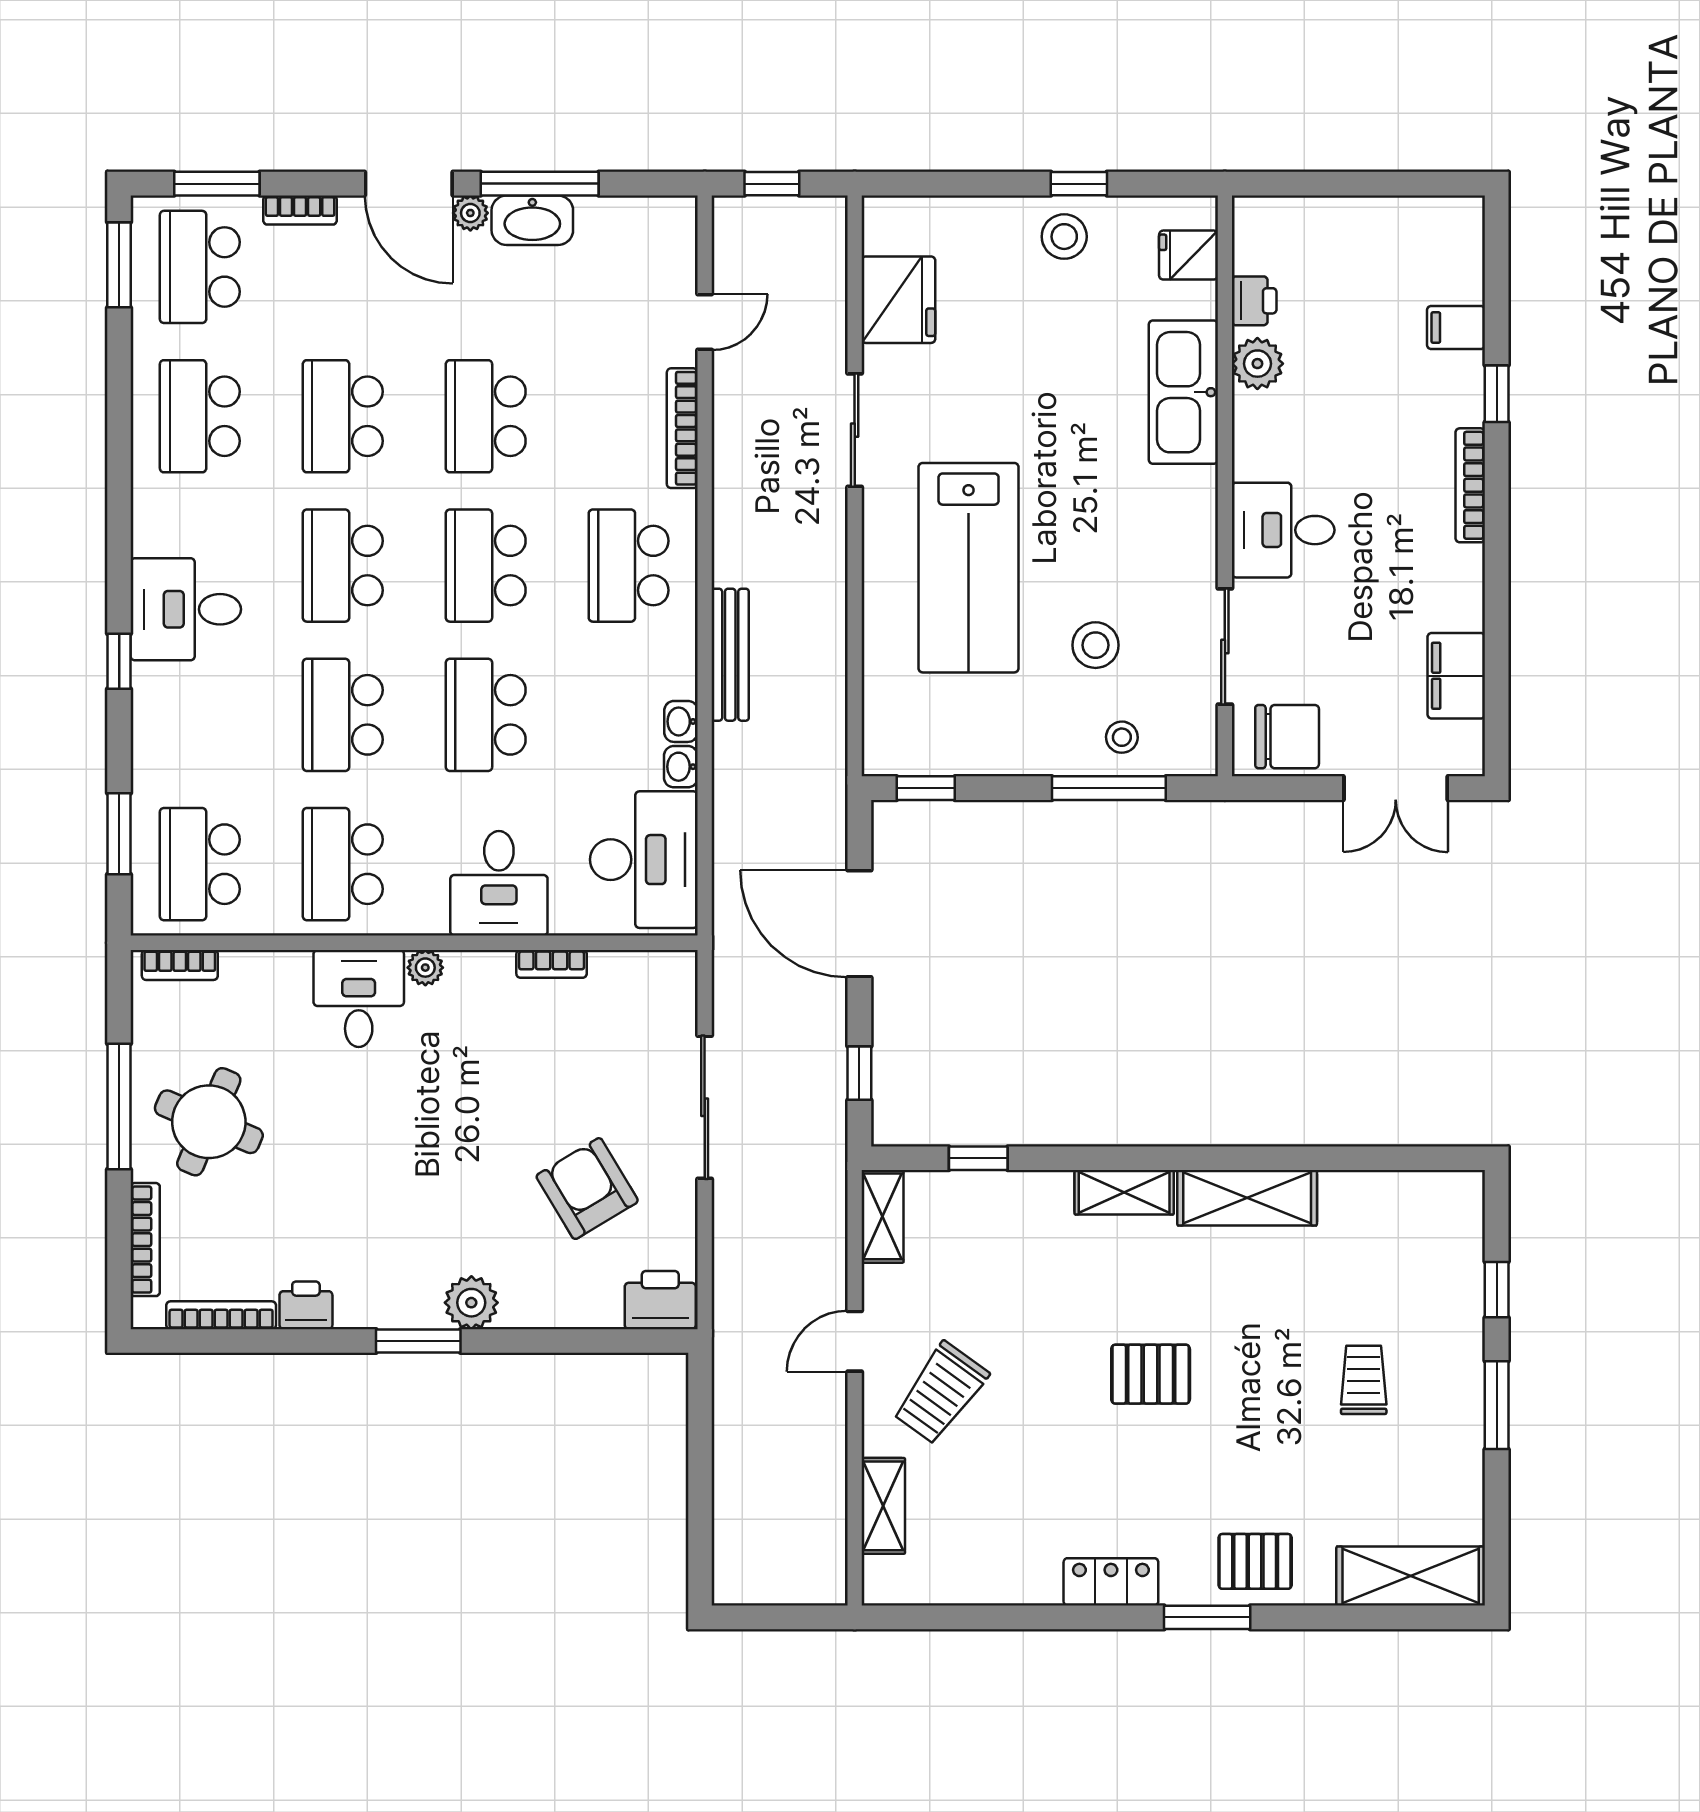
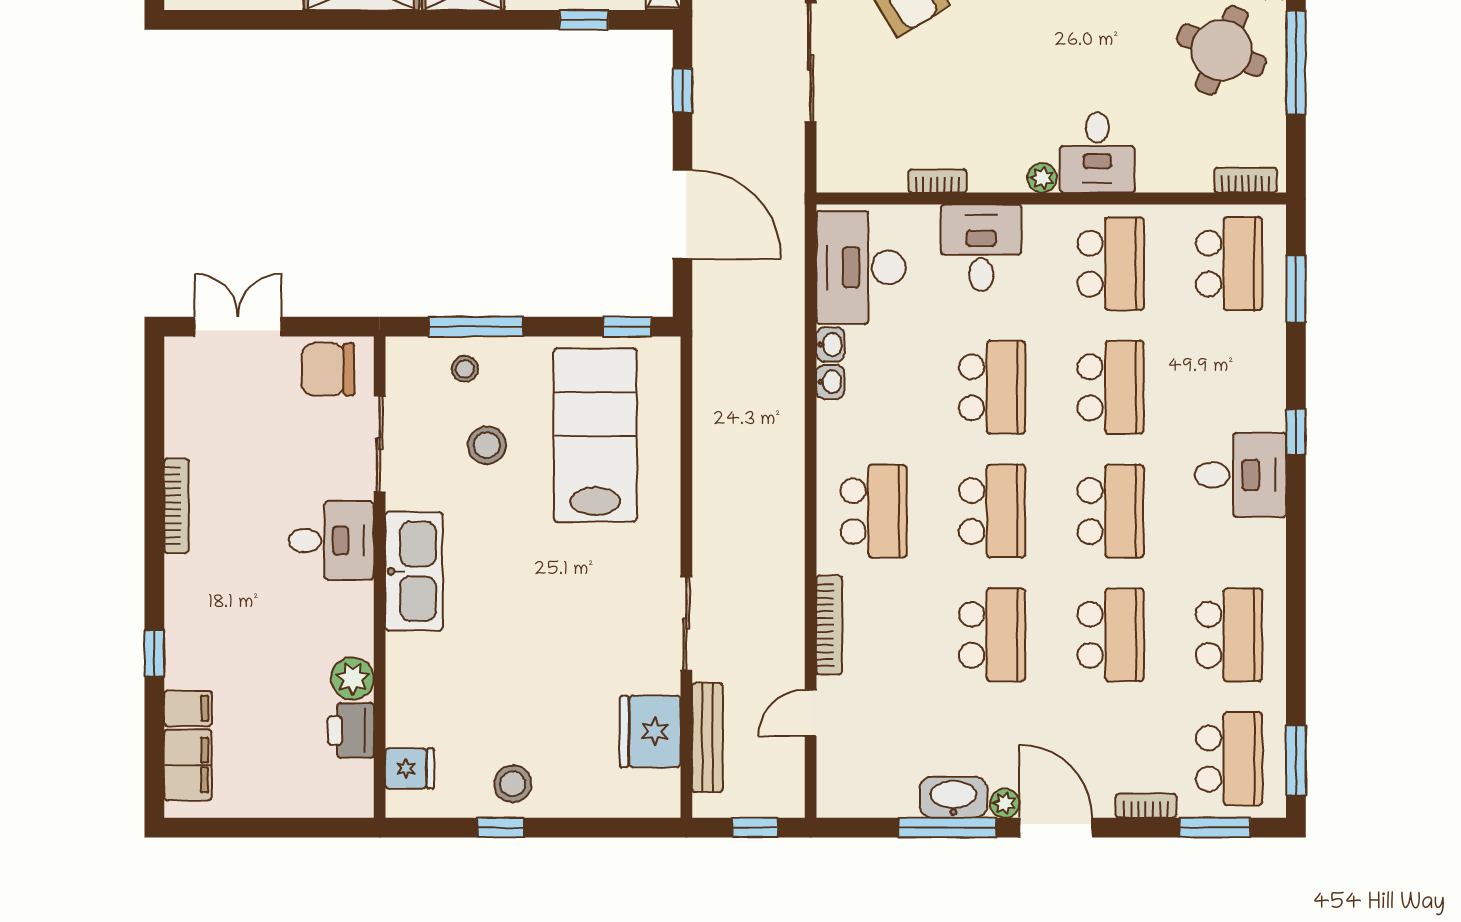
printer: (1254, 301) -> (351, 731), width x1.36, depth x1.24
kitchen sink: (1183, 392) -> (414, 571), moved
bookcase: (1470, 485) -> (176, 506), moved
lab bench: (969, 568) -> (595, 435), moved
bench: (730, 655) -> (708, 738), moved
filing cabinet: (1456, 676) -> (188, 765), moved

